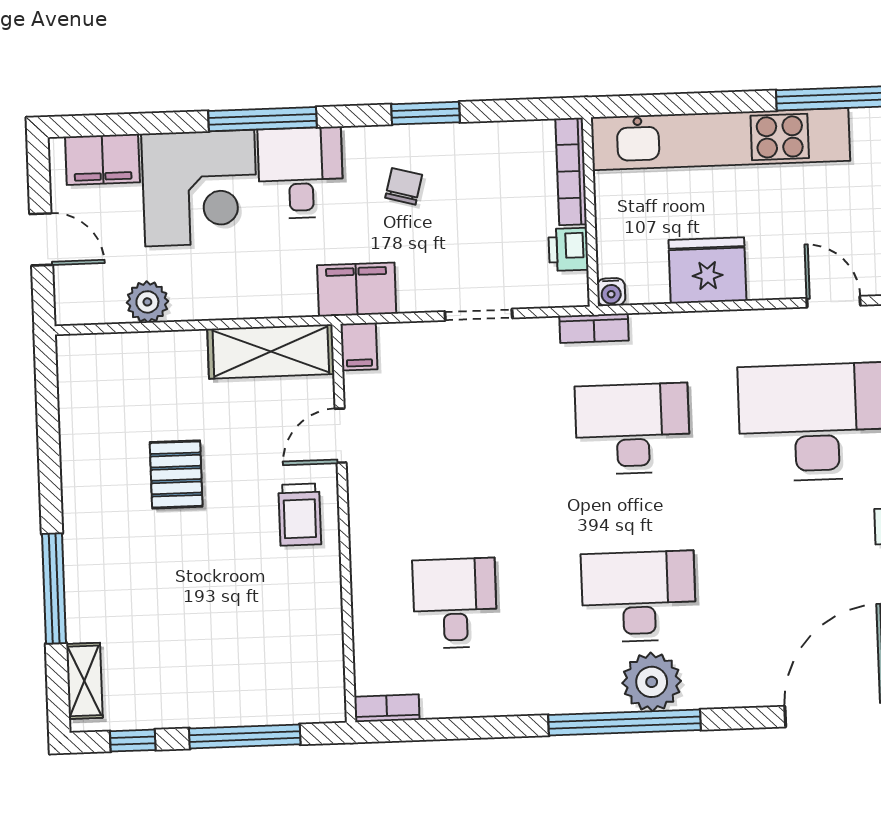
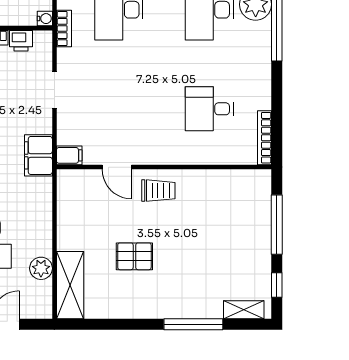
shelving: (271, 351) -> (70, 285), moved
bookcase: (387, 708) -> (264, 138), width x1.56

